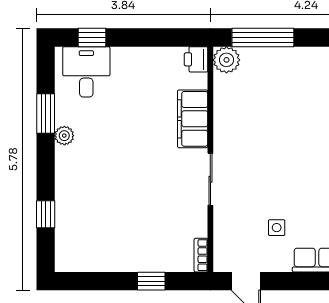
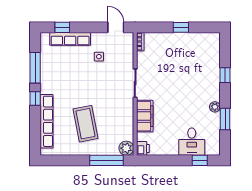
desk: (86, 72) -> (192, 142), moved
coffee table: (301, 105) -> (86, 124), added
window: (46, 214) -> (225, 75), moved
window: (151, 281) -> (181, 27), moved

